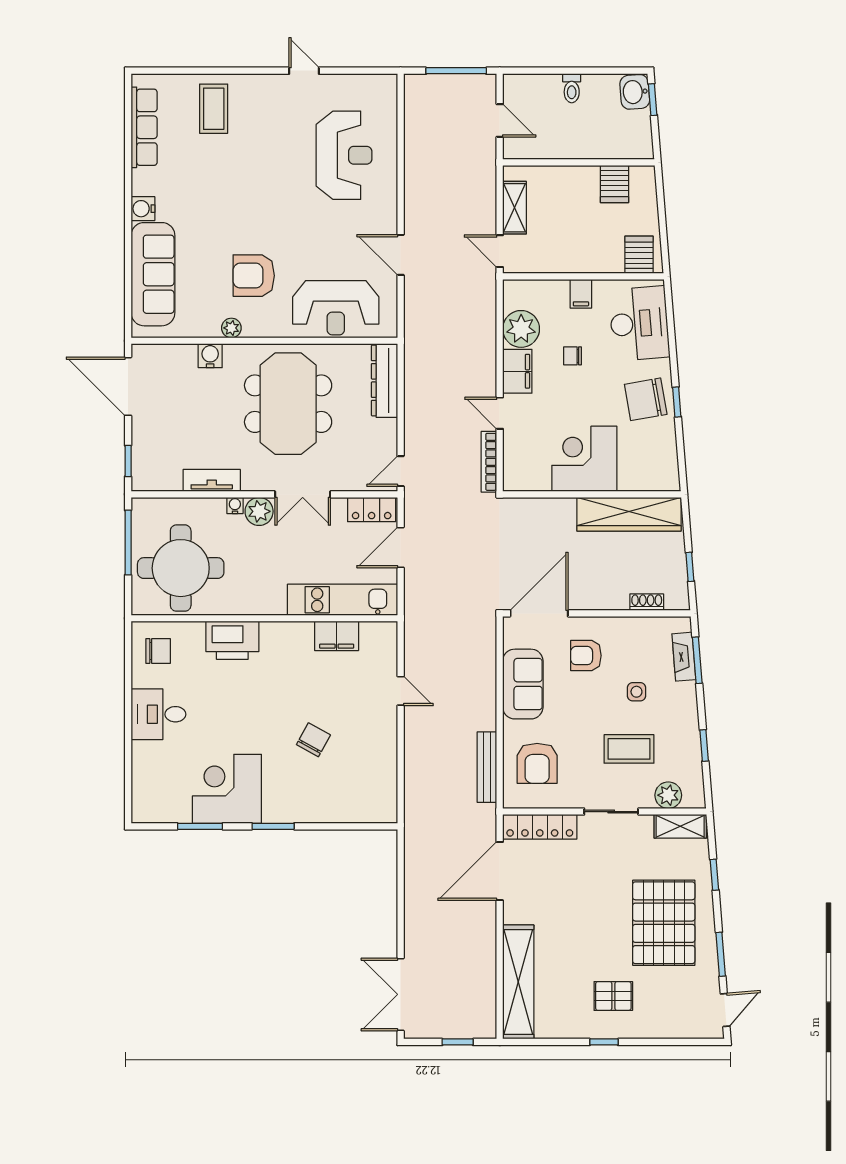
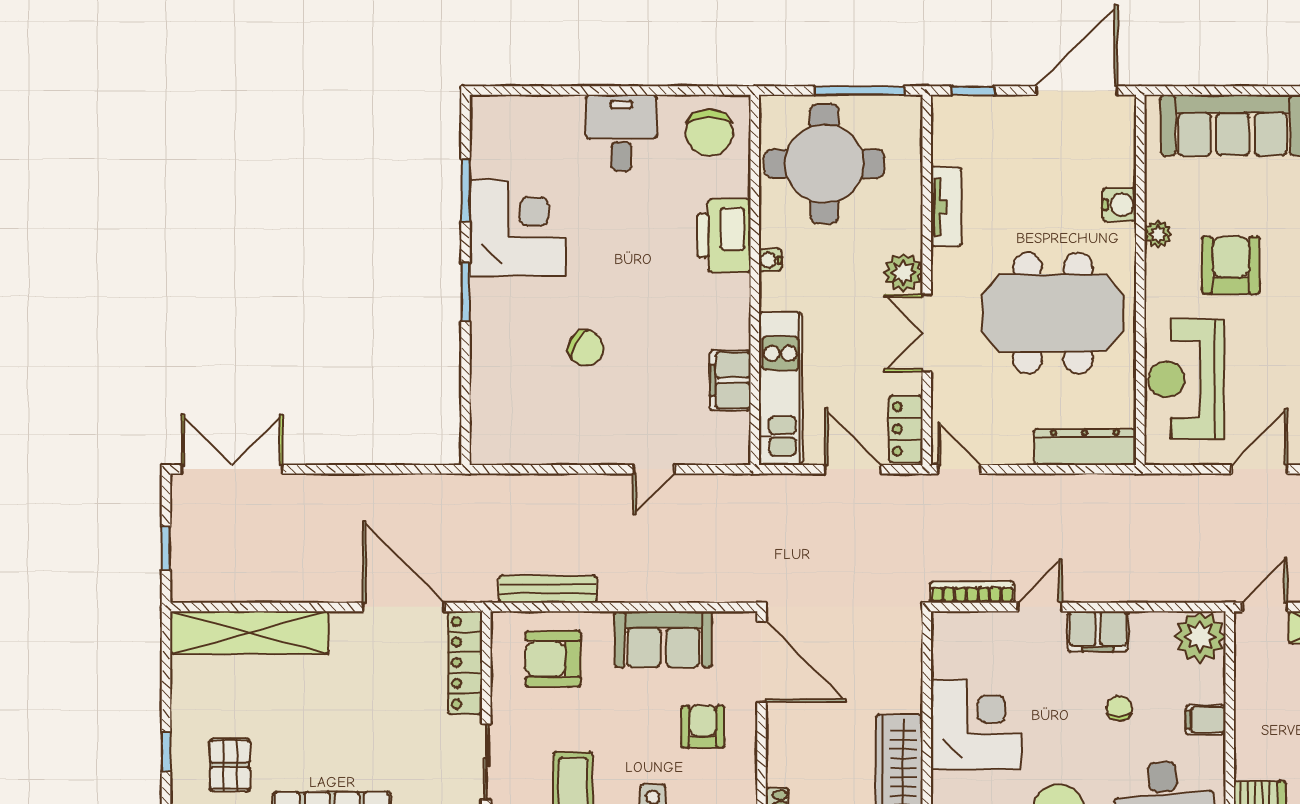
plant: (521, 329) -> (1200, 637), moved
water cooler: (235, 505) -> (770, 260), moved, turned 180
chair: (158, 651) -> (709, 132), width x1.37, depth x1.37

